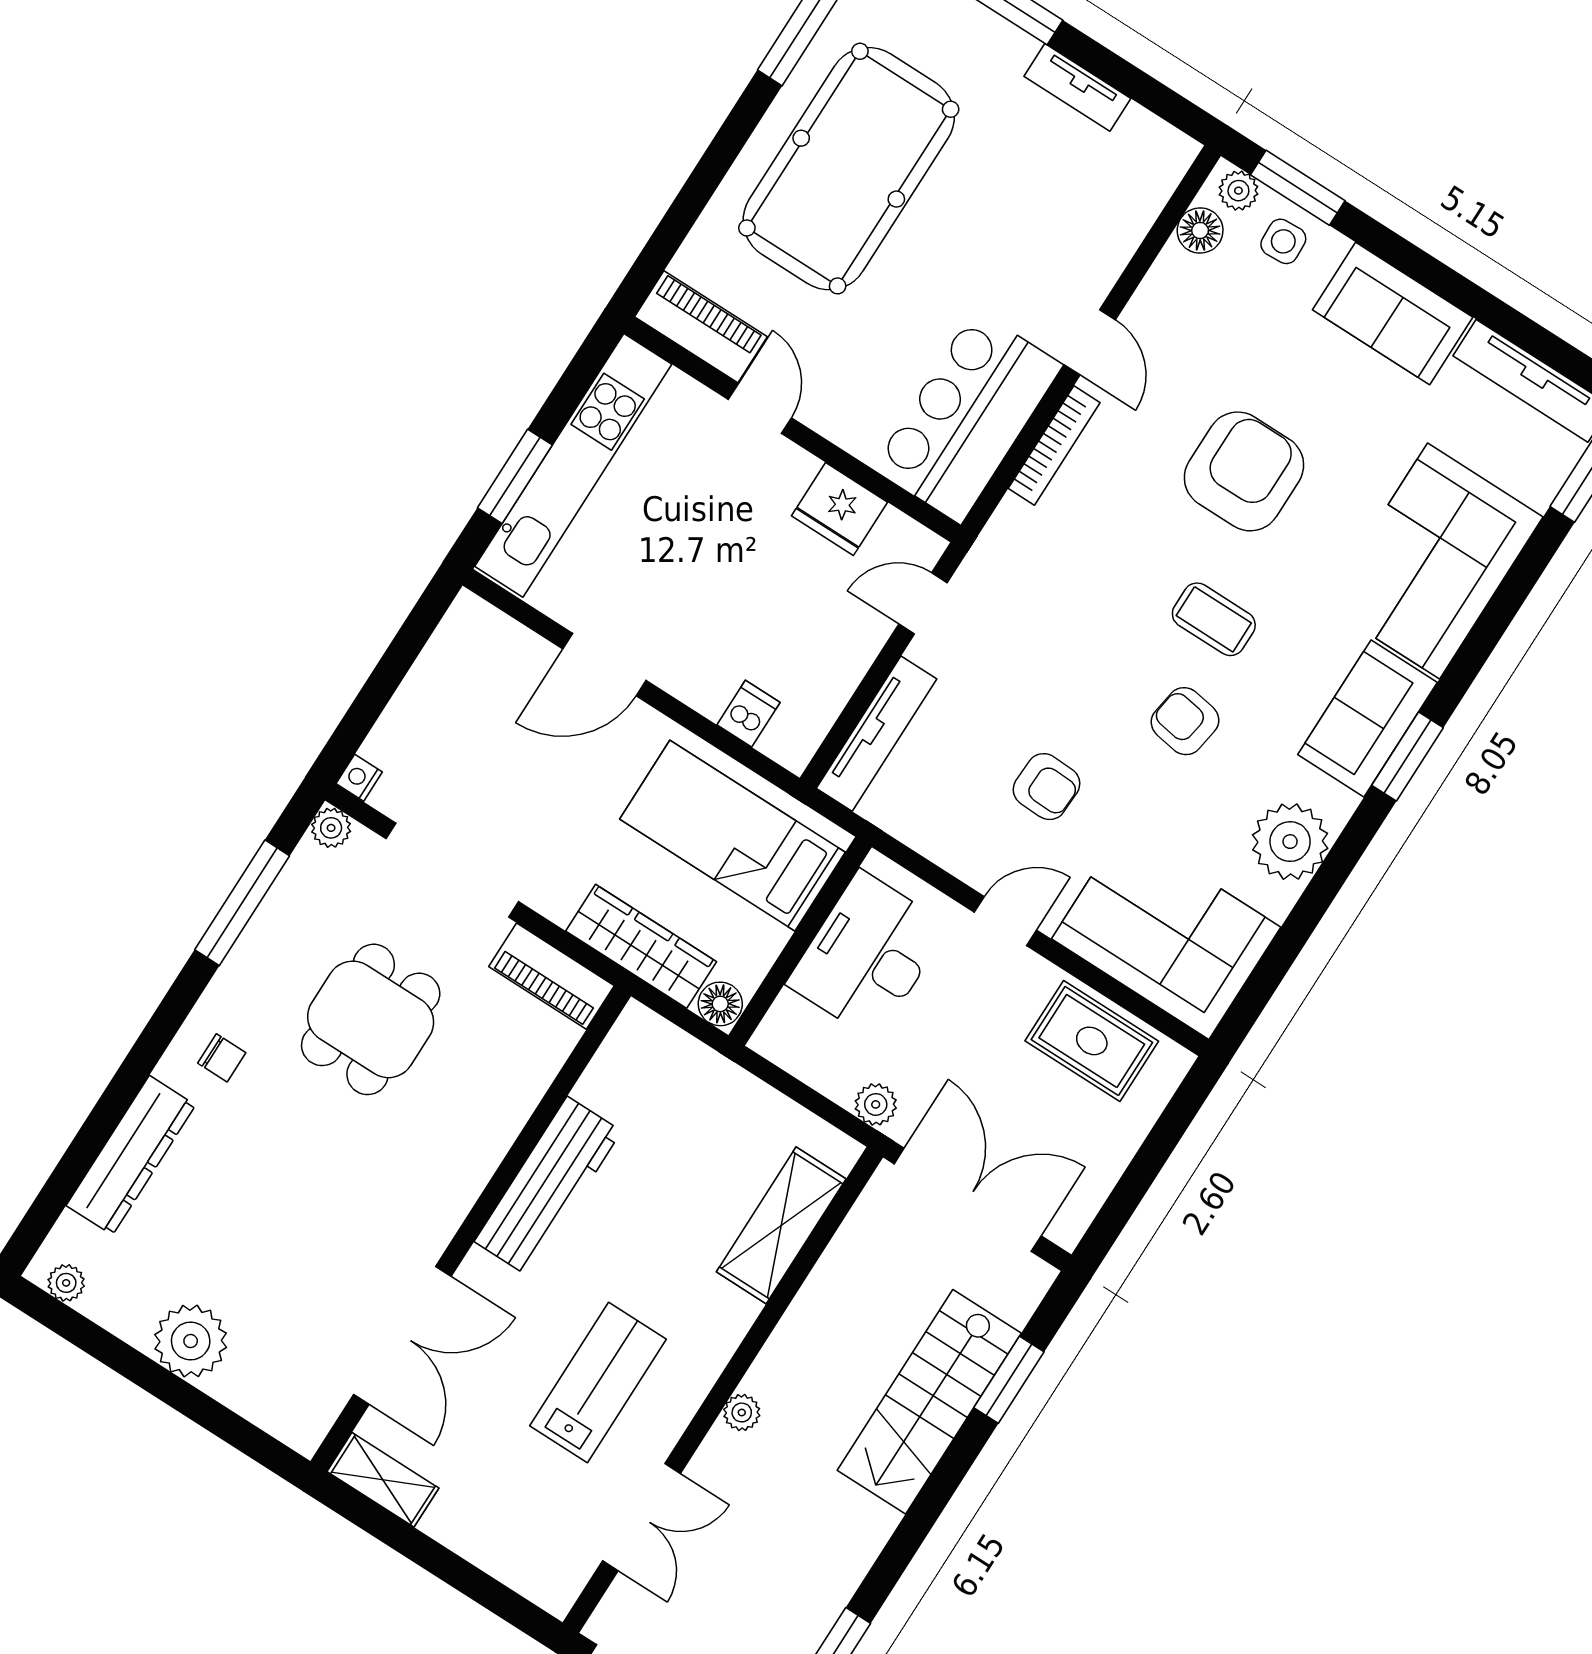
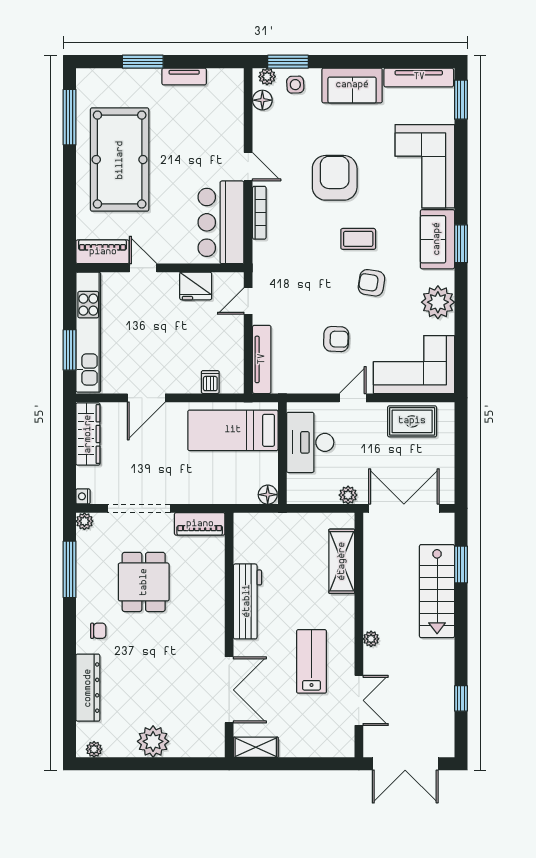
wardrobe: (641, 946) -> (88, 434), moved, turned 90

